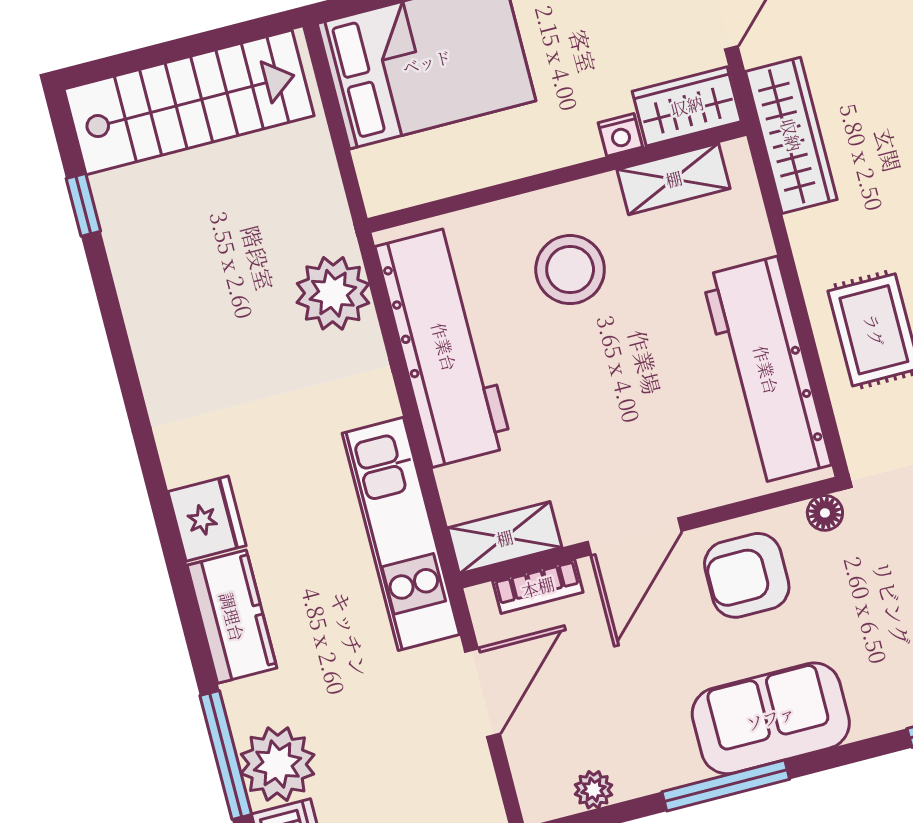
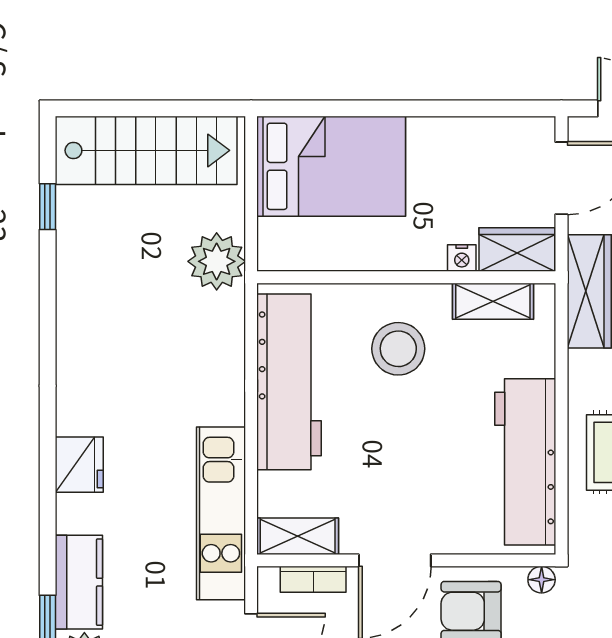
plant: (333, 293) -> (217, 261), moved
kitchen counter: (232, 617) -> (79, 582), moved

